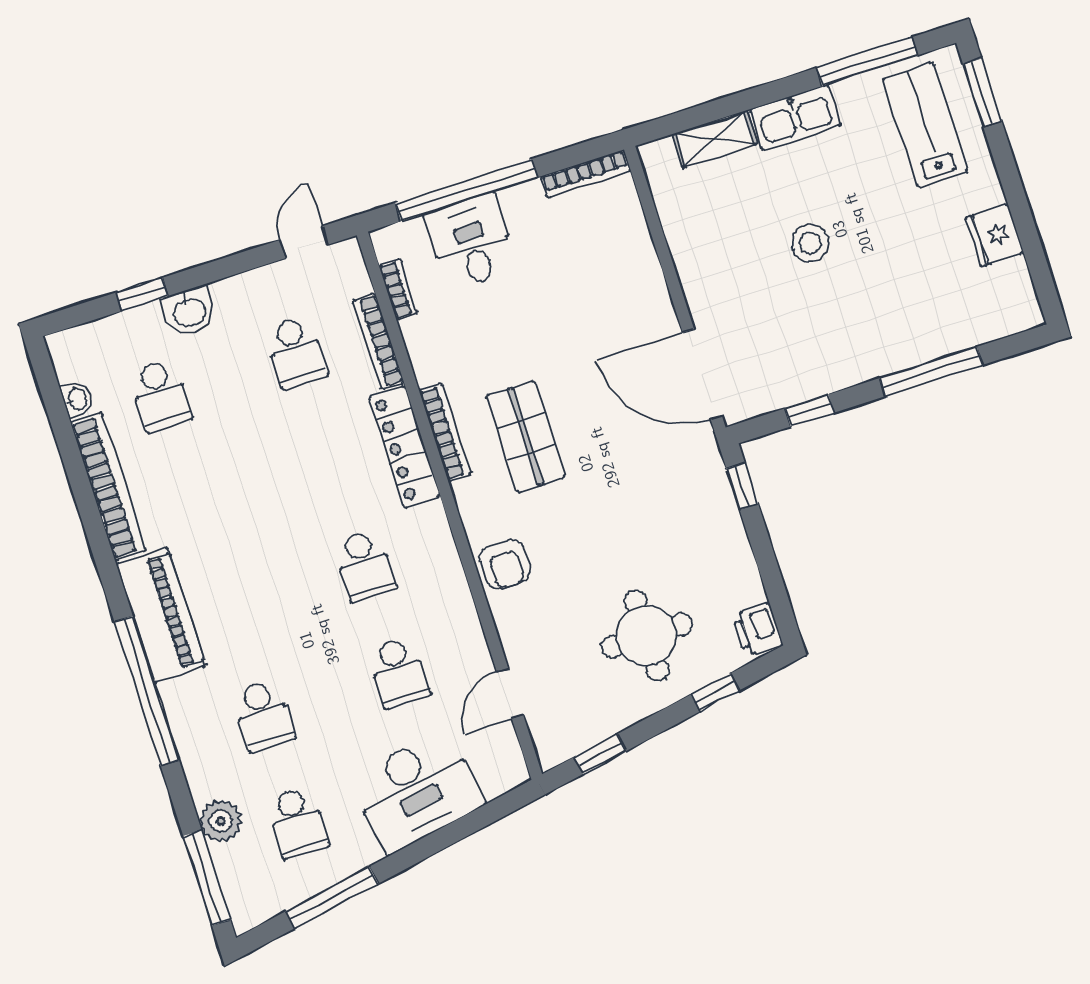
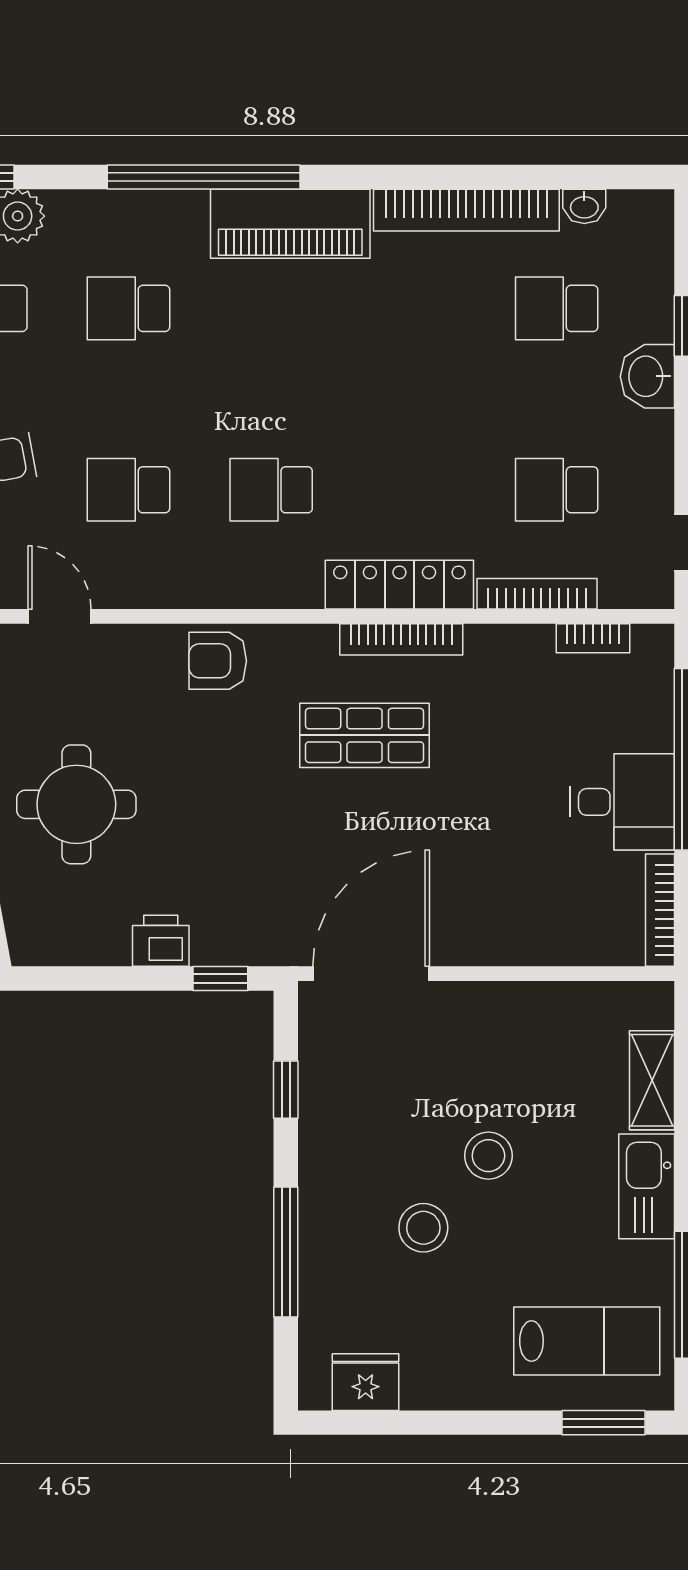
fridge: (995, 235) -> (366, 1382), moved
desk: (471, 241) -> (622, 802), moved
stool: (880, 274) -> (423, 1228), added
printer: (757, 629) -> (161, 941), moved

